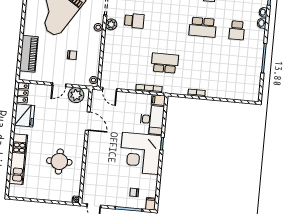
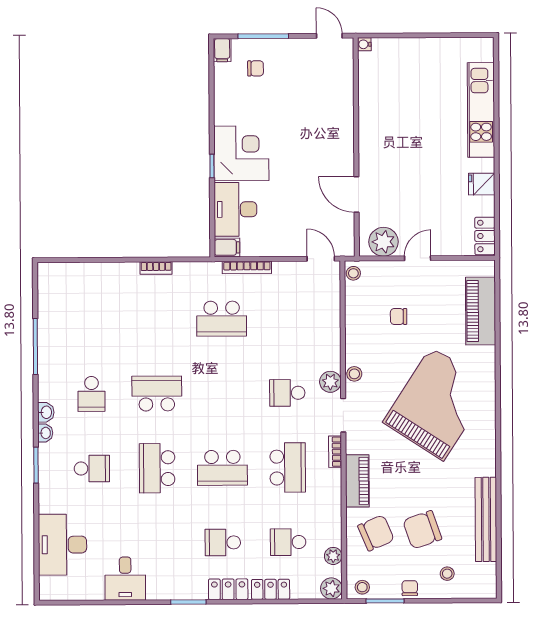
school desk: (237, 30) -> (91, 394), turned 180
fridge: (24, 115) -> (482, 184), width x0.53, depth x0.75
corner desk: (140, 153) -> (241, 153), width x0.74, depth x0.74
round table: (59, 161) -> (403, 113), removed

